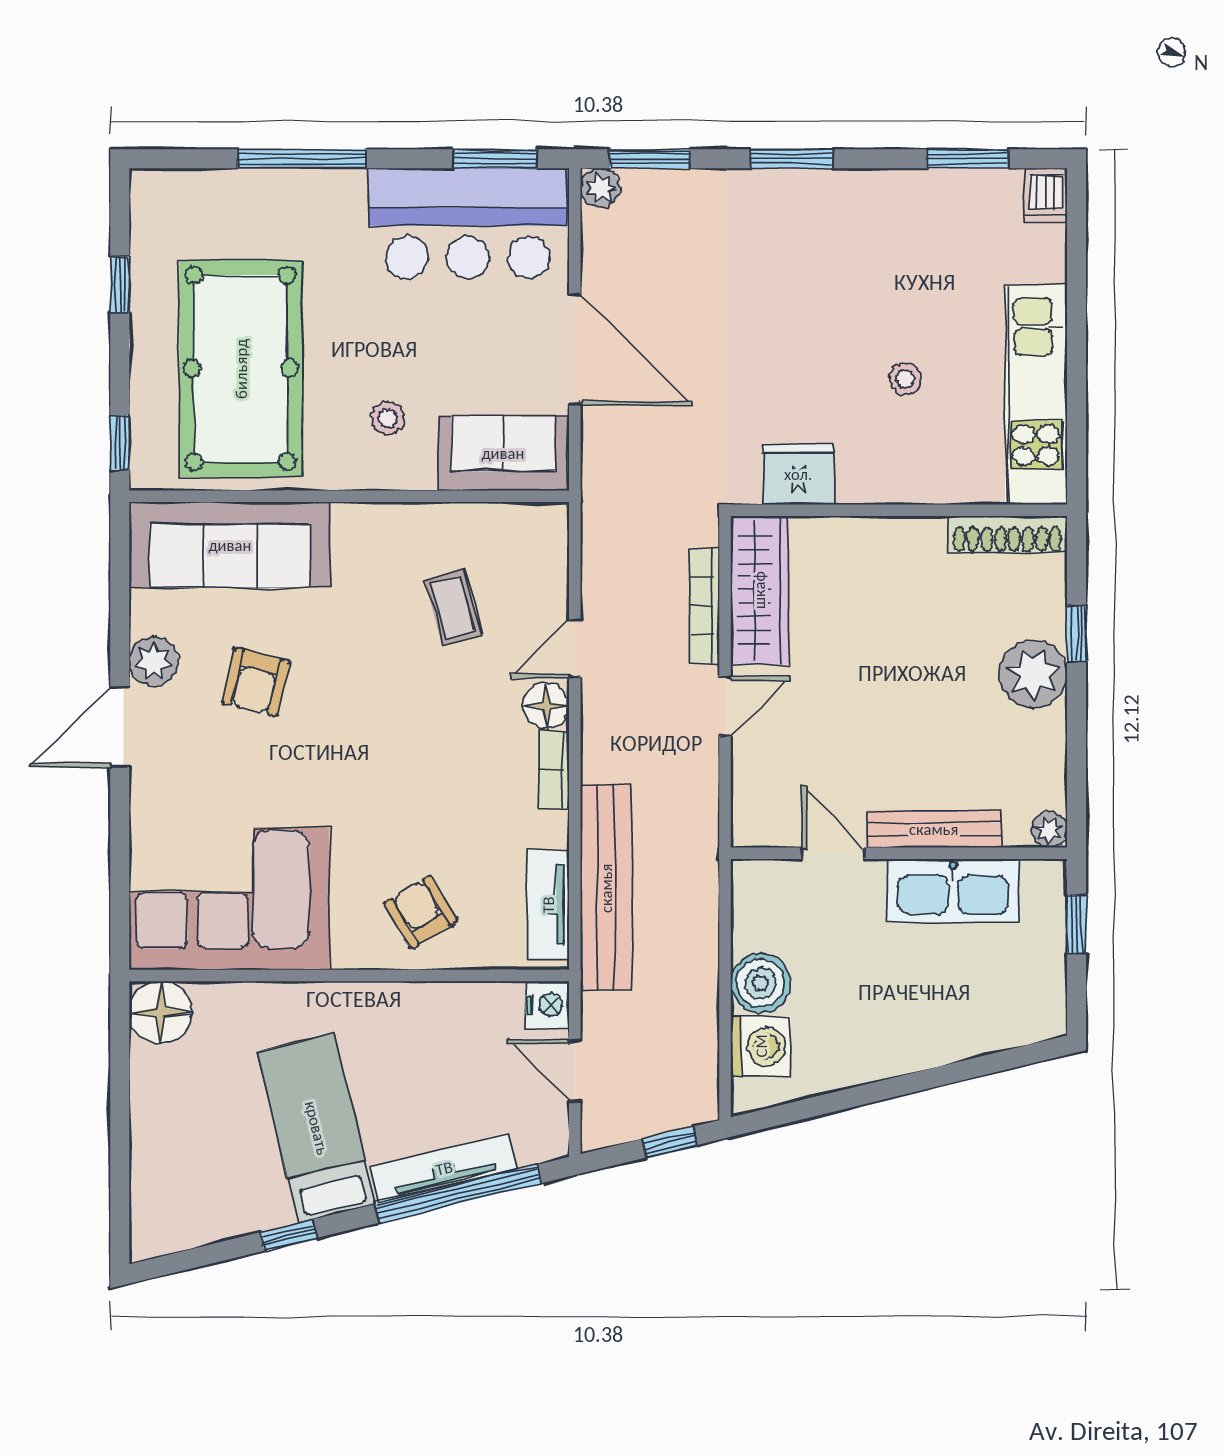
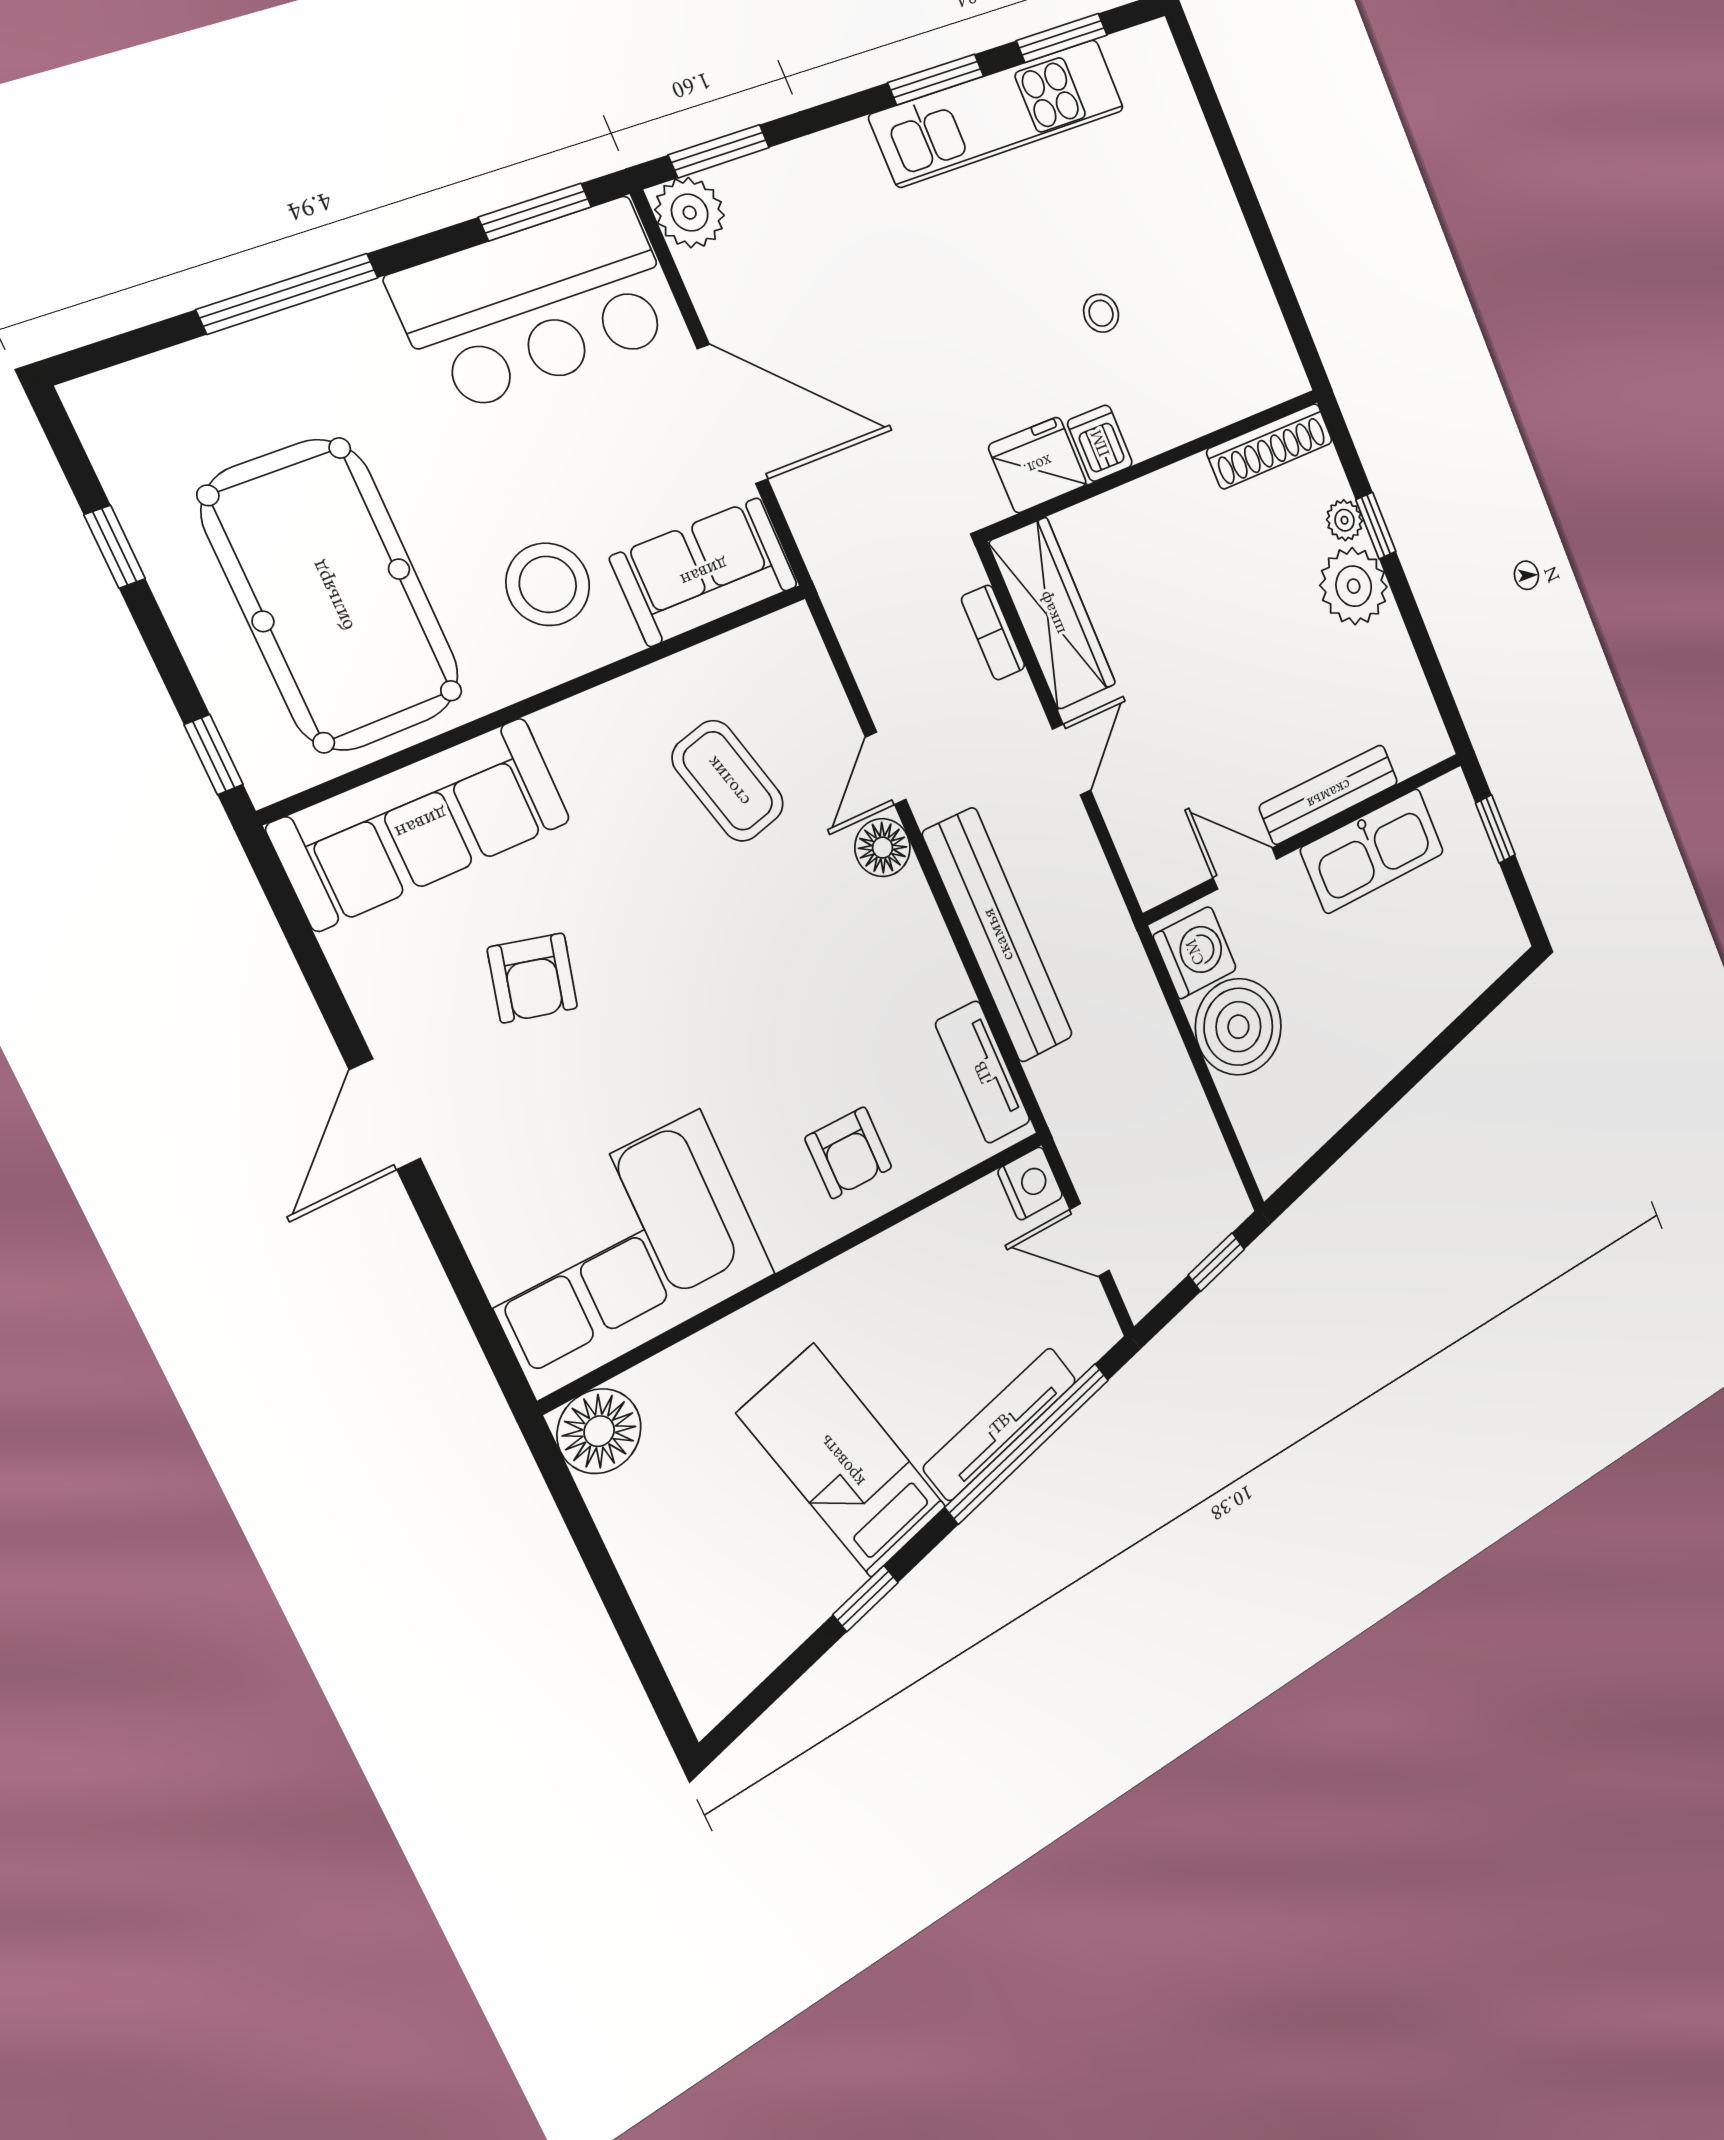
window: (791, 159) -> (936, 79), moved
plant: (600, 188) -> (690, 213), width x1.38, depth x1.38
dishwasher: (1046, 195) -> (1100, 443), moved, turned 180
kitchen unit: (1036, 395) -> (998, 113), moved, turned -90
stool: (388, 418) -> (548, 584), width x1.89, depth x1.89
bookcase: (705, 606) -> (993, 633), width x0.64
coffee table: (453, 607) -> (728, 781), width x1.36, depth x1.30
plant: (154, 661) -> (391, 1012), removed
bookcase: (554, 770) -> (923, 918), removed
plant: (1049, 830) -> (1345, 520), moved
bench: (606, 888) -> (998, 935), moved
armchair: (421, 912) -> (848, 1153), turned -149
boiler: (760, 983) -> (1238, 1027), width x1.37, depth x1.37
washing machine: (761, 1046) -> (1195, 952), moved

